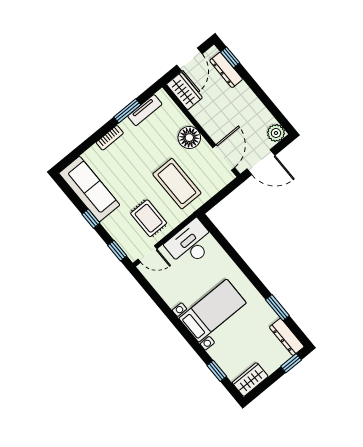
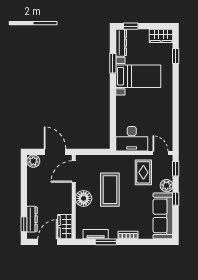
coffee table: (177, 184) -> (110, 190), moved
plant: (112, 224) -> (166, 186), added
bed with nightstands: (213, 311) -> (138, 76), moved, turned 180

